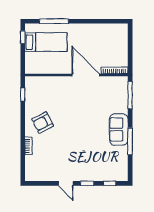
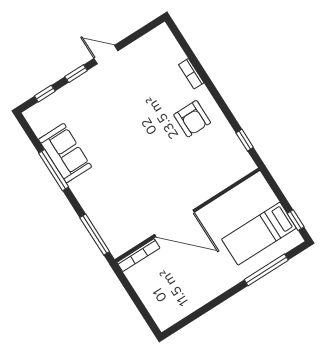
armchair: (43, 123) -> (192, 119), turned 117
sofa: (119, 130) -> (65, 153), moved

